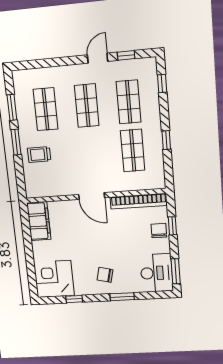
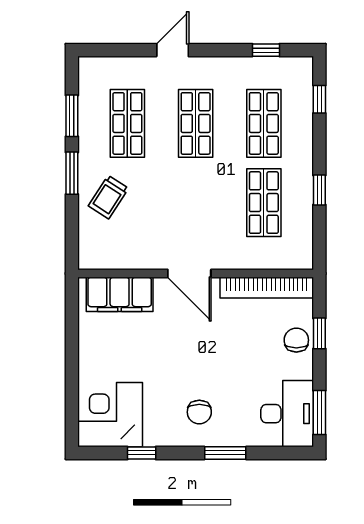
door: (98, 58) -> (173, 50), moved
trolley: (39, 155) -> (108, 197), turned -57
filing cabinet: (39, 221) -> (120, 294), moved, turned 90
chair: (105, 275) -> (199, 412), turned -104

